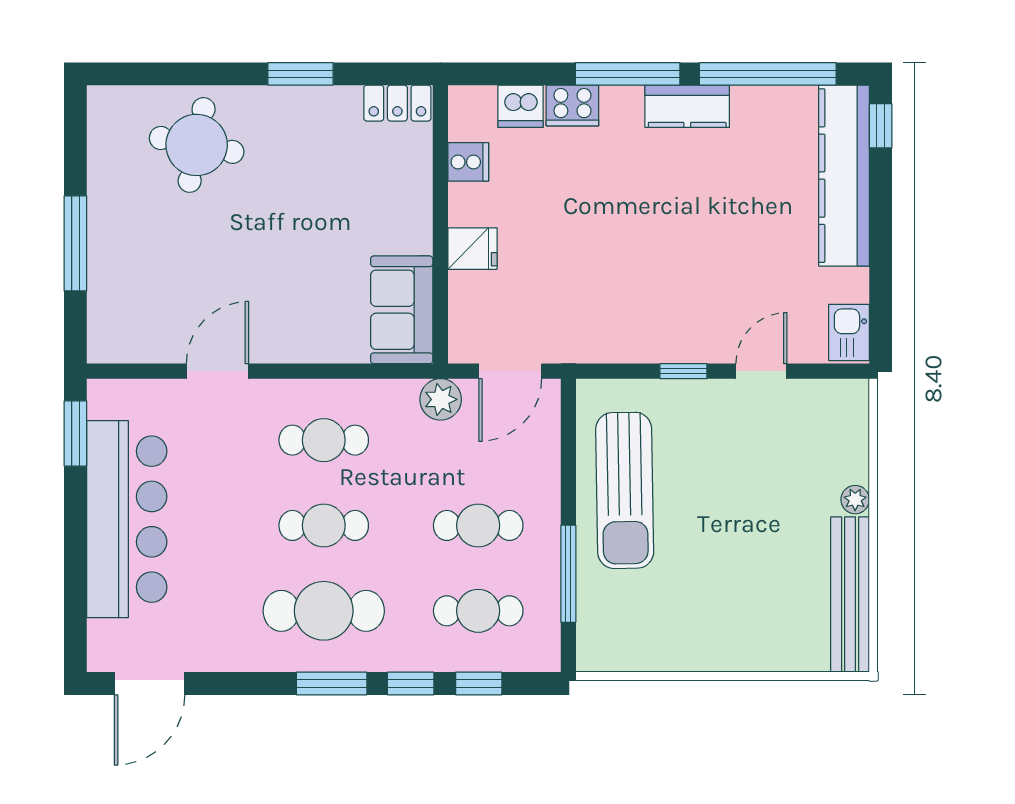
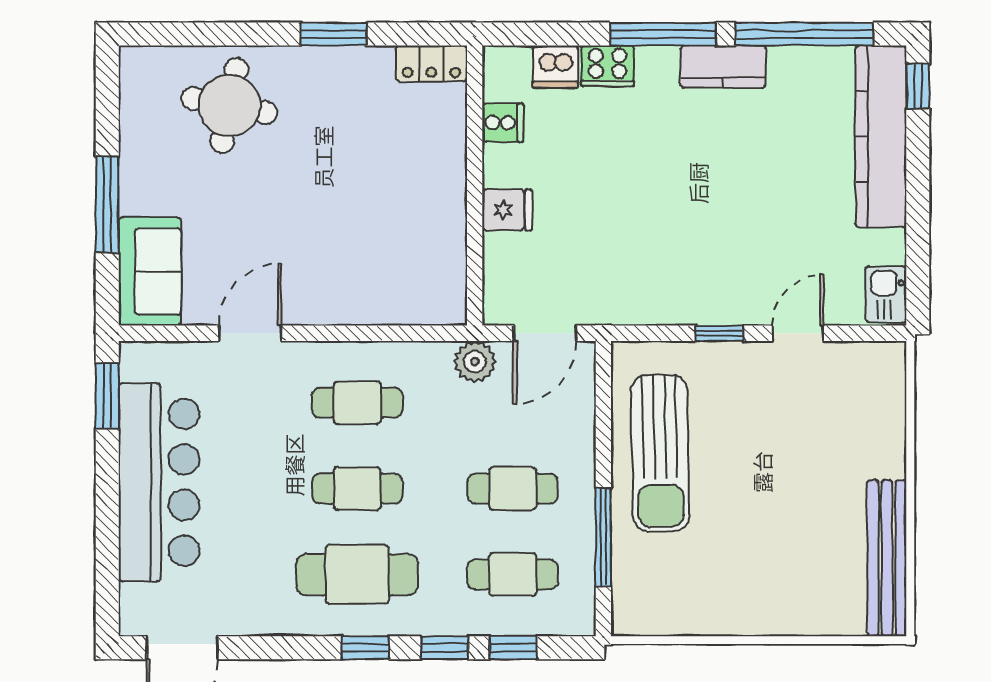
sofa: (402, 310) -> (150, 271), moved, turned 180
plant: (855, 500) -> (892, 462), removed
window: (332, 684) -> (365, 648), width x0.67

